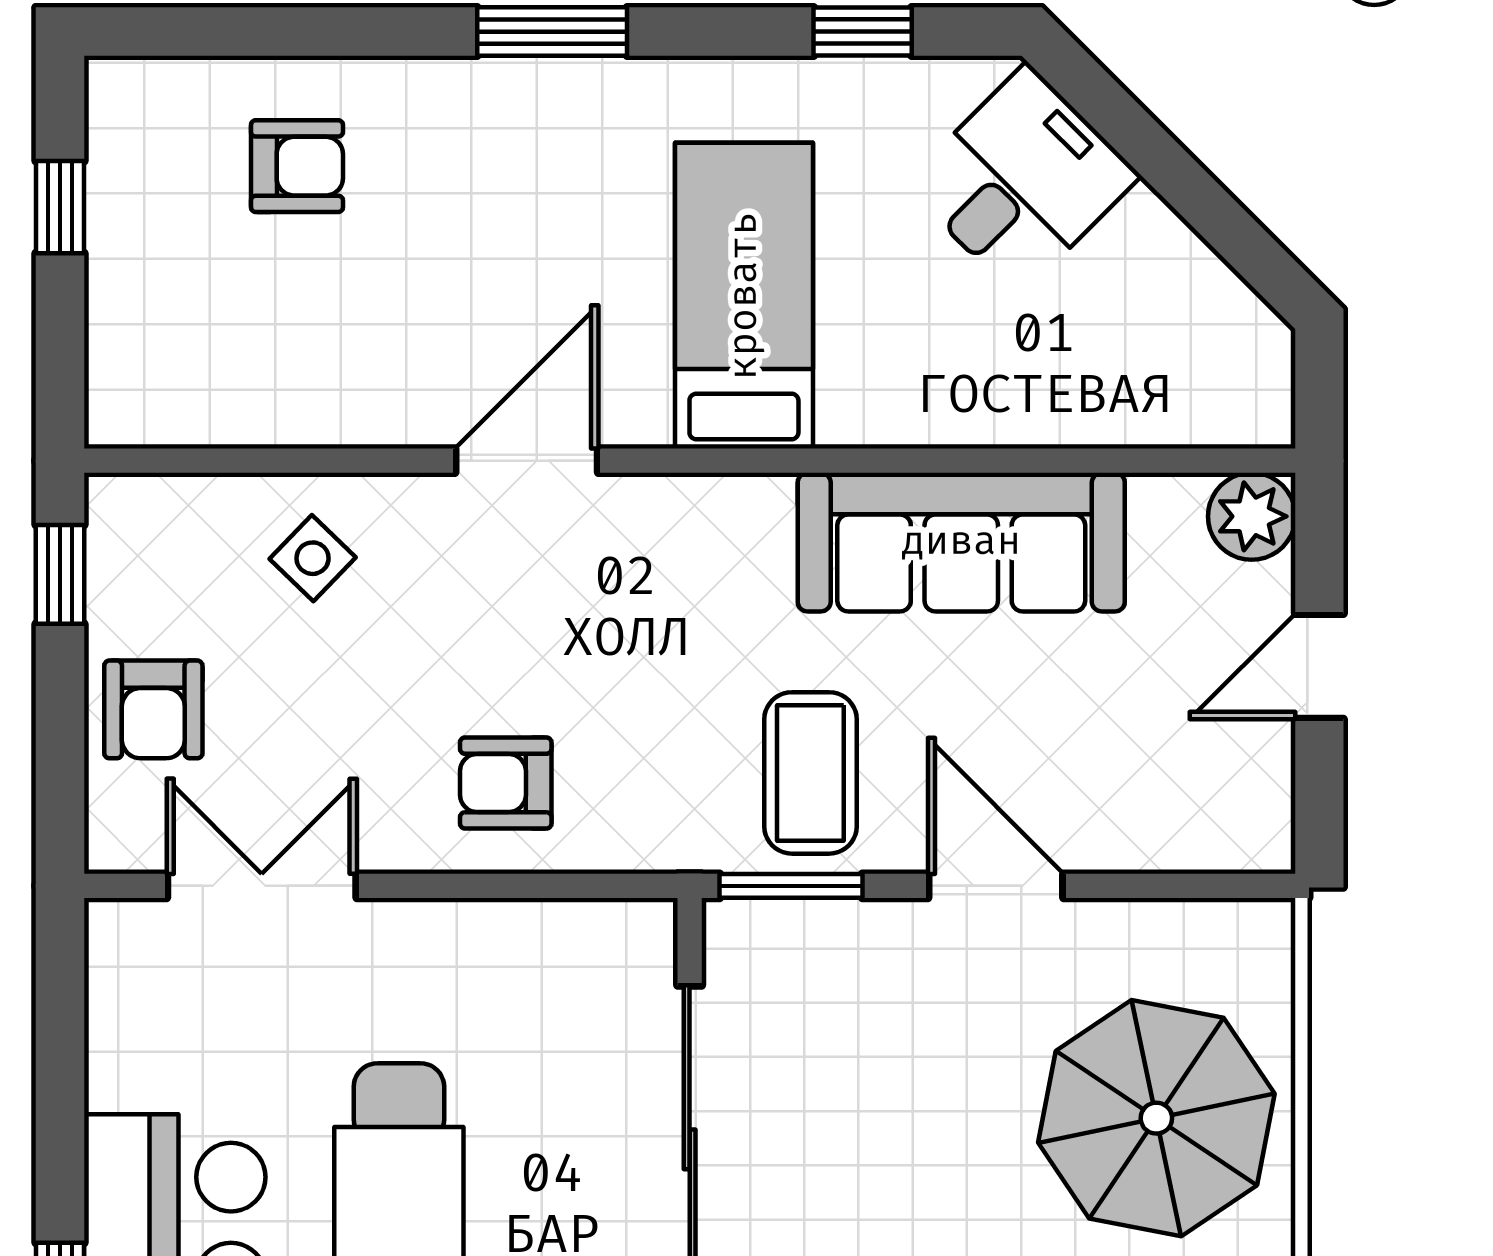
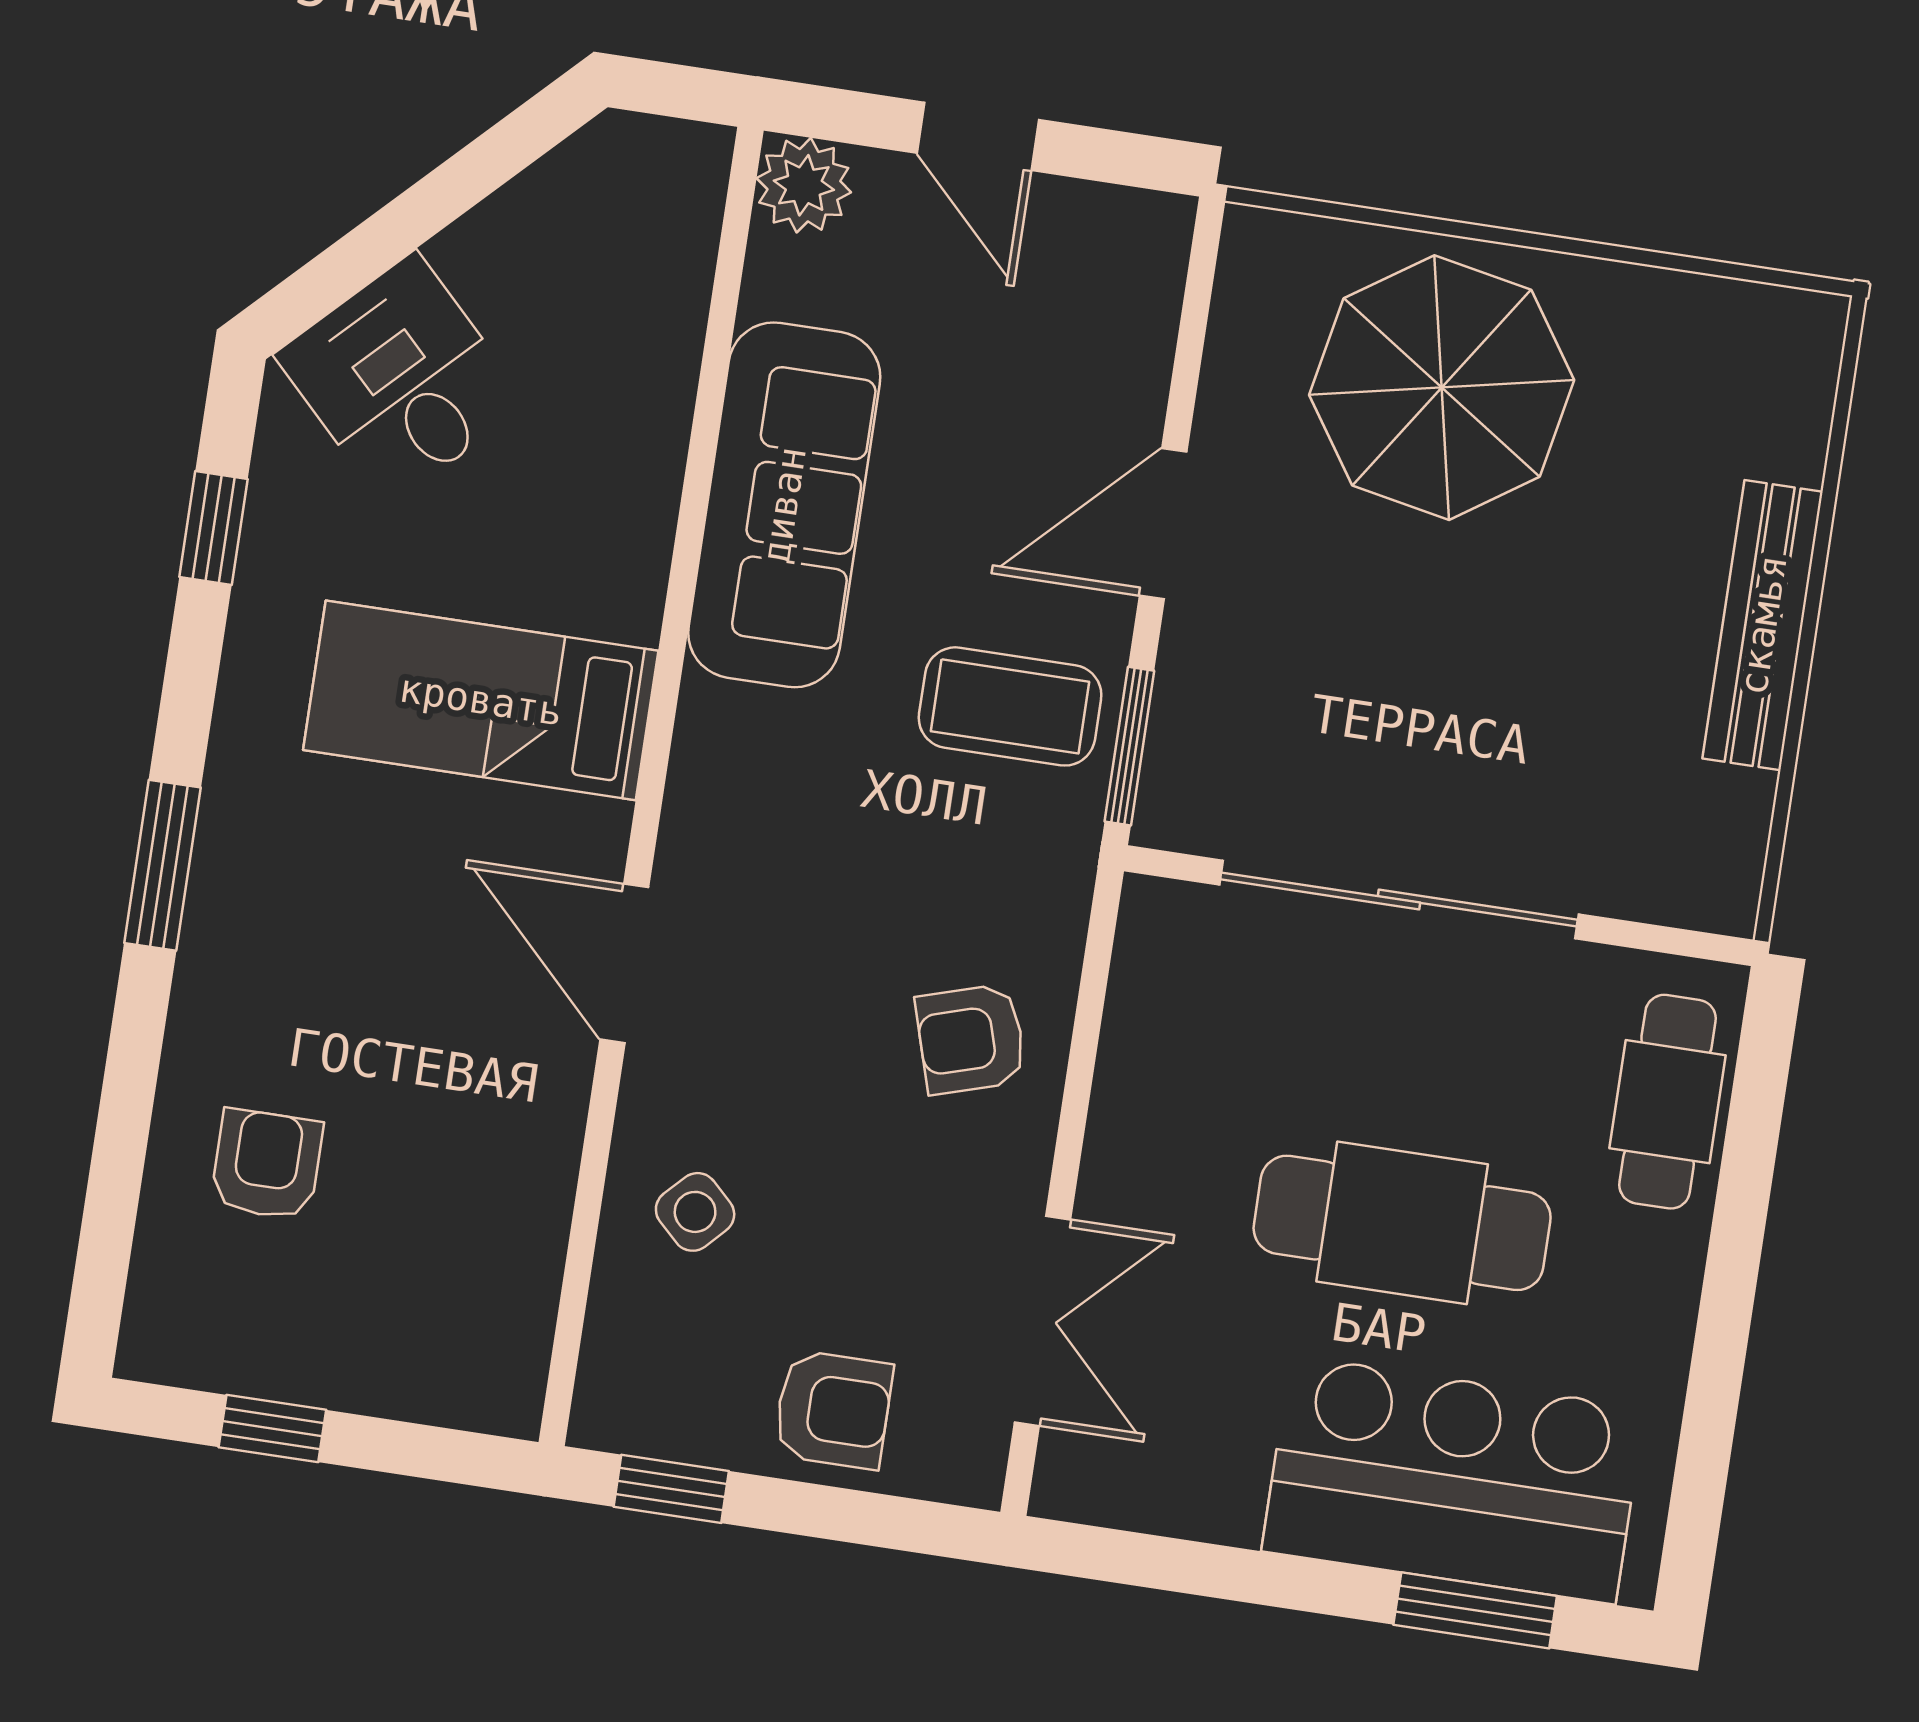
armchair: (506, 783) -> (971, 1039), turned 73
double door: (262, 886) -> (1042, 1321), swing flipped

